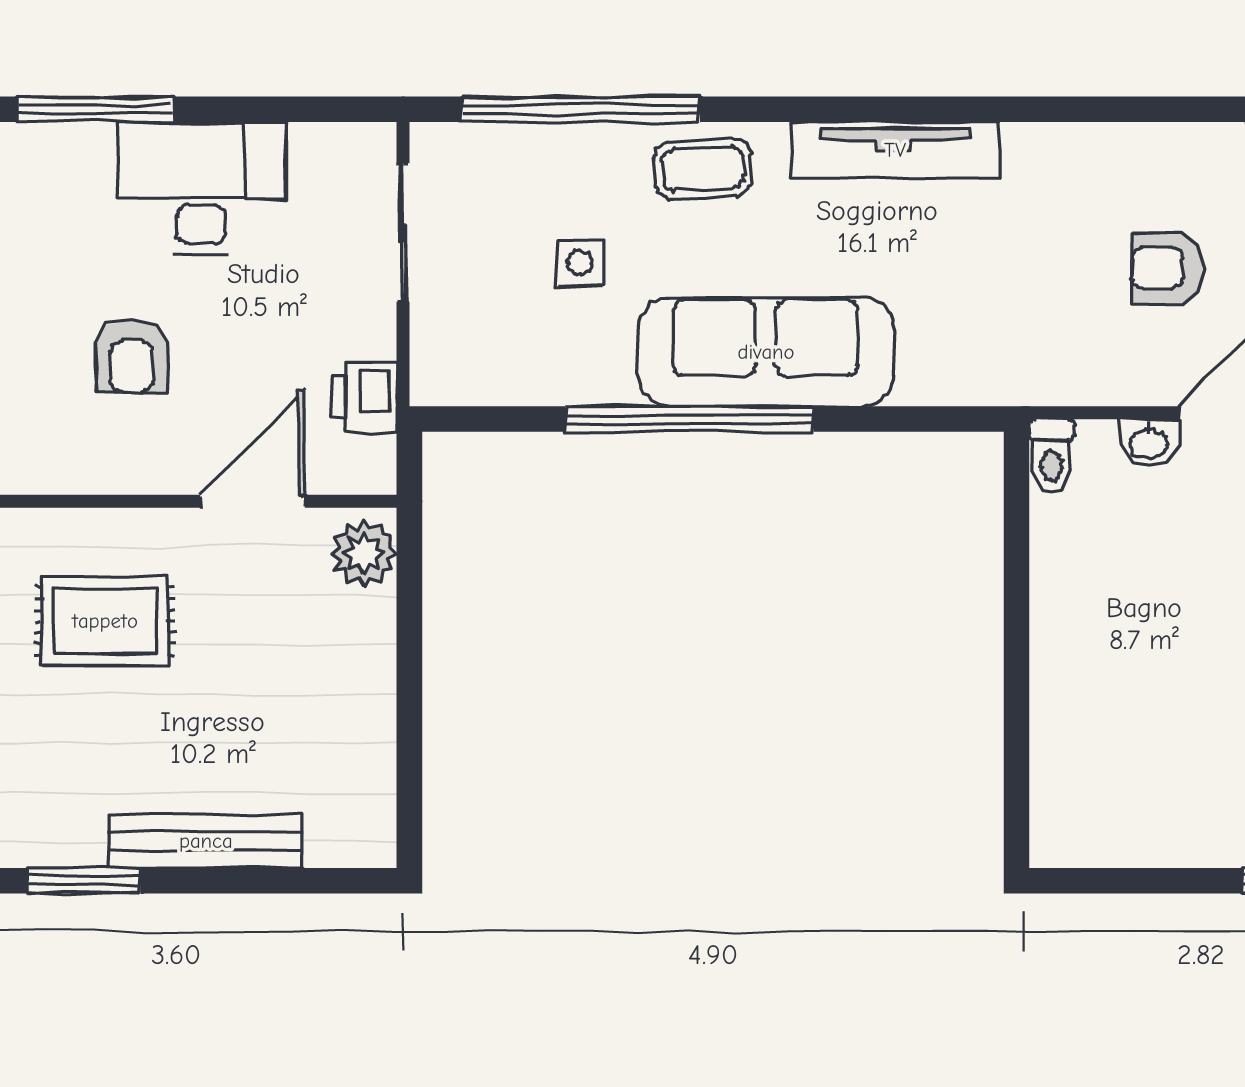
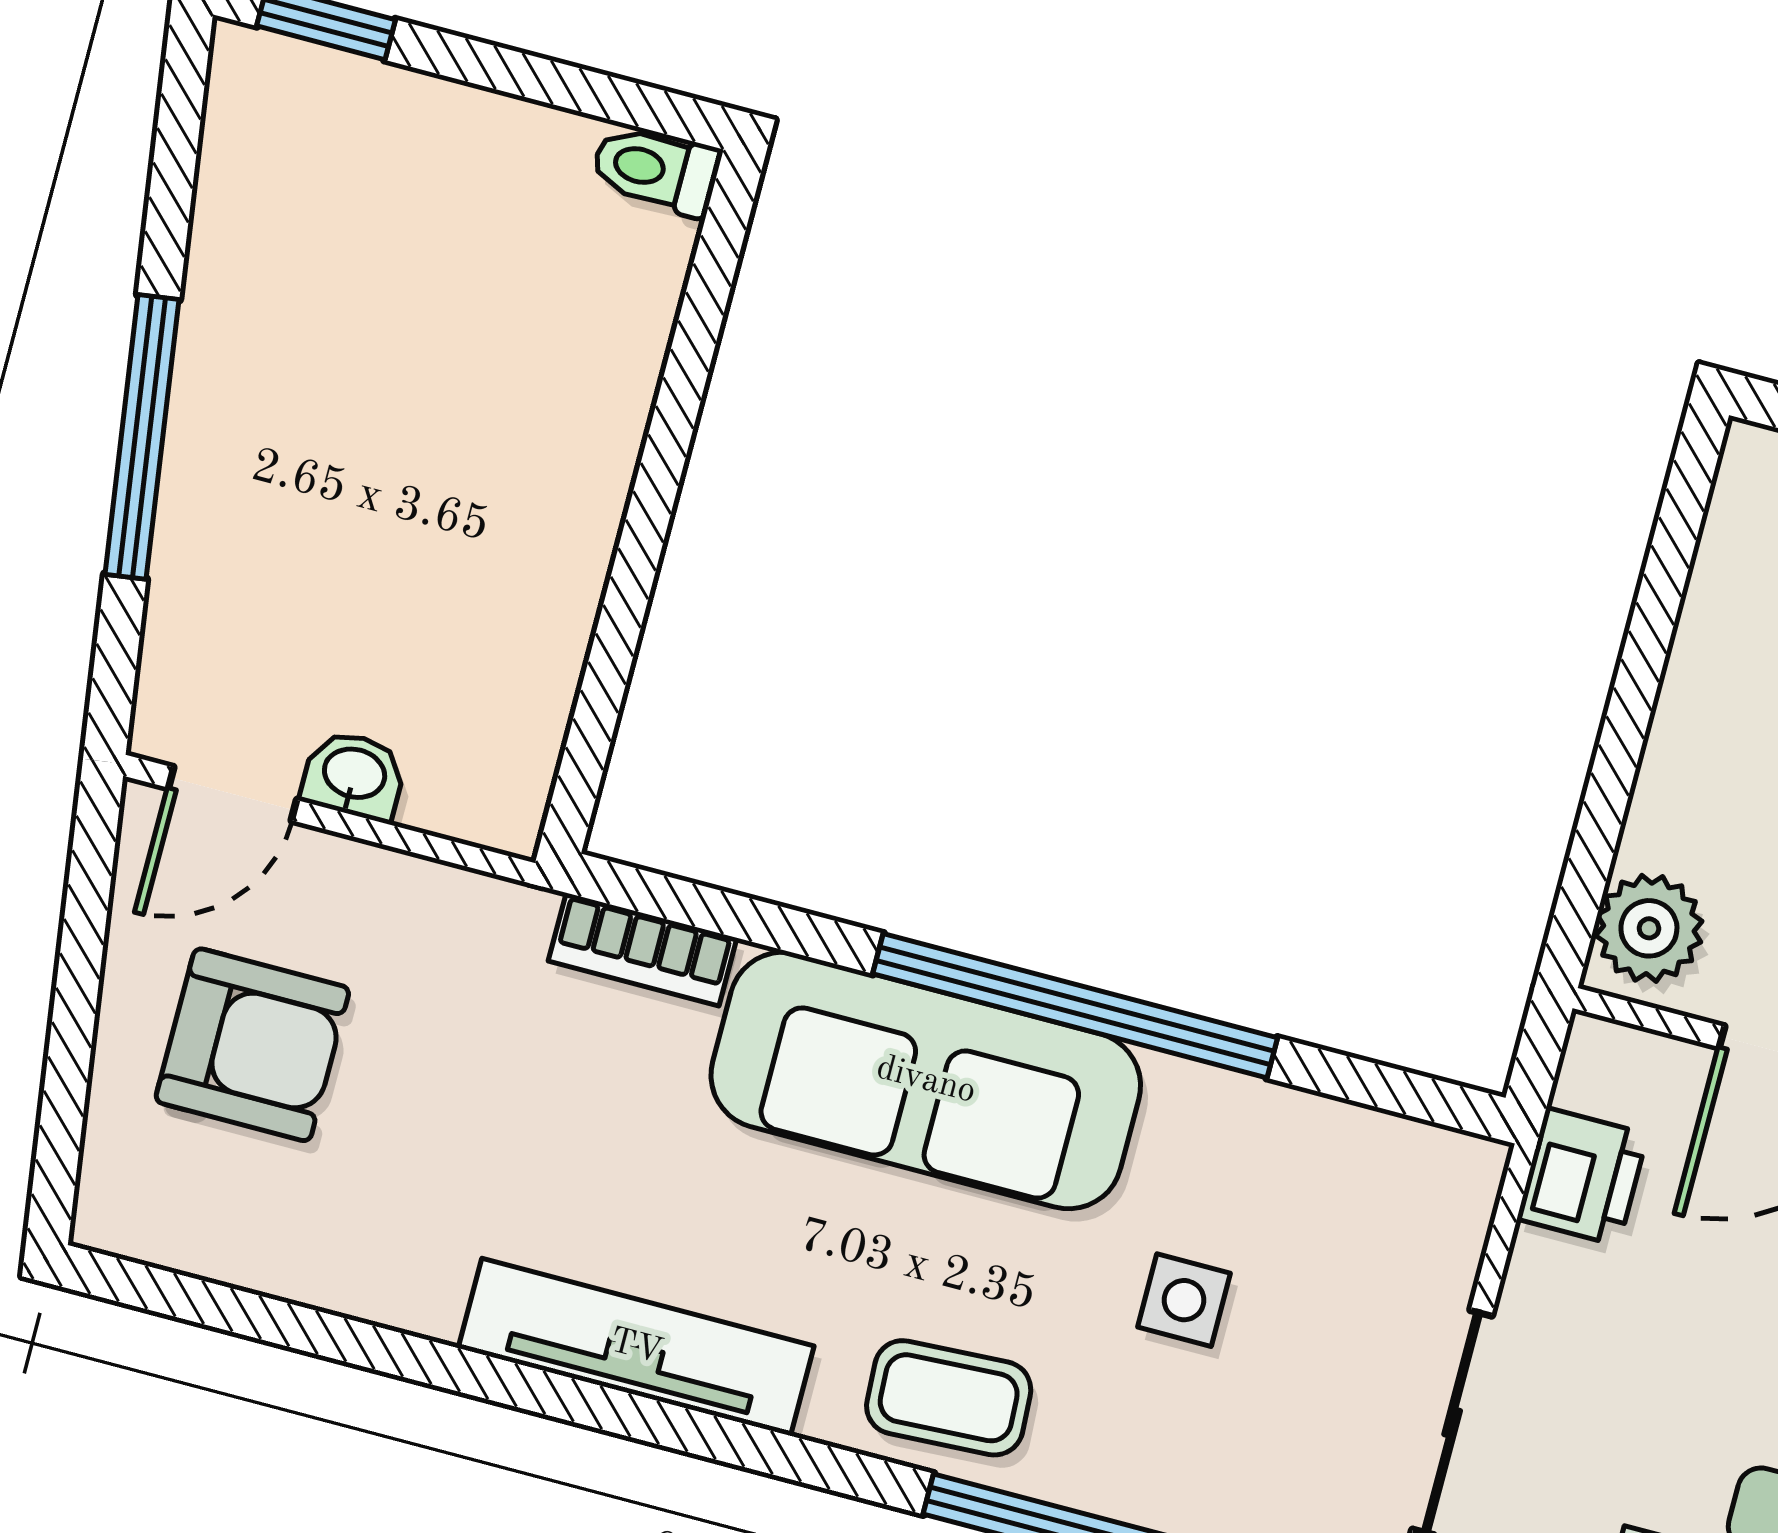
armchair: (1167, 268) -> (252, 1045), width x1.38, depth x1.38
bookcase: (953, 385) -> (643, 949), added
toilet: (1052, 456) -> (656, 170), moved, turned -90

